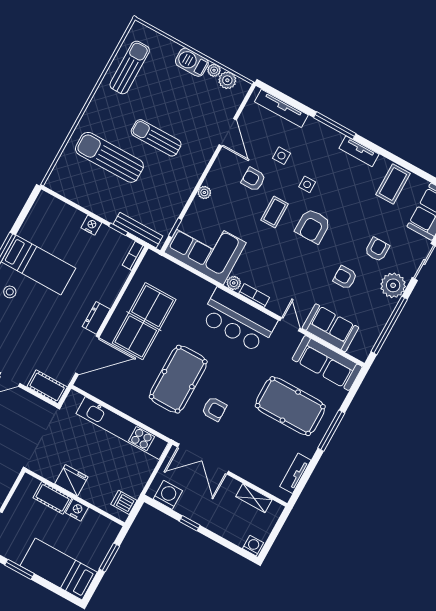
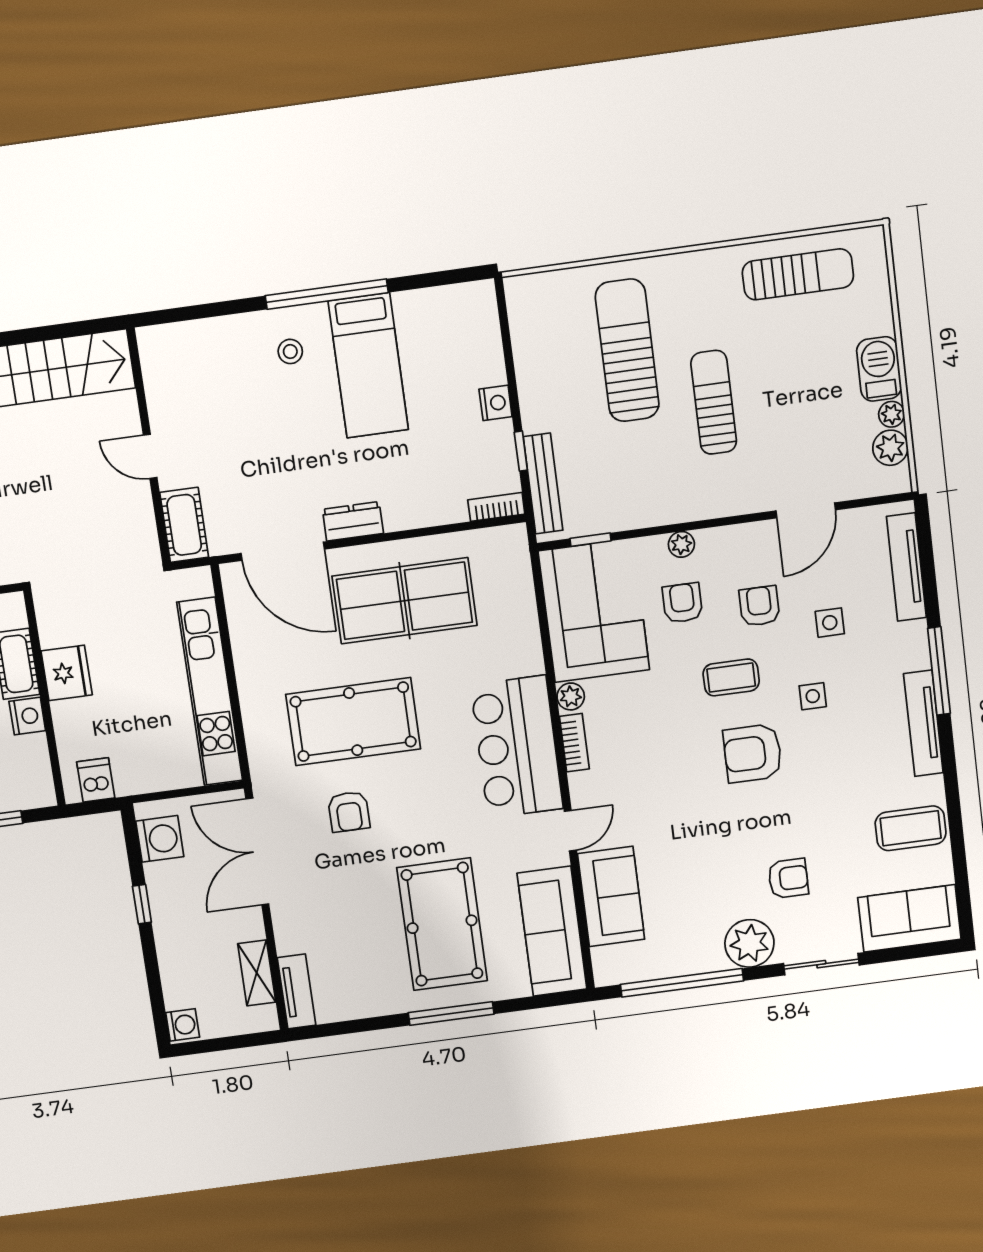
tv unit: (359, 151) -> (923, 723), width x1.41
armchair: (345, 278) -> (682, 603), moved
tv unit: (295, 473) -> (297, 991), moved, turned 90

